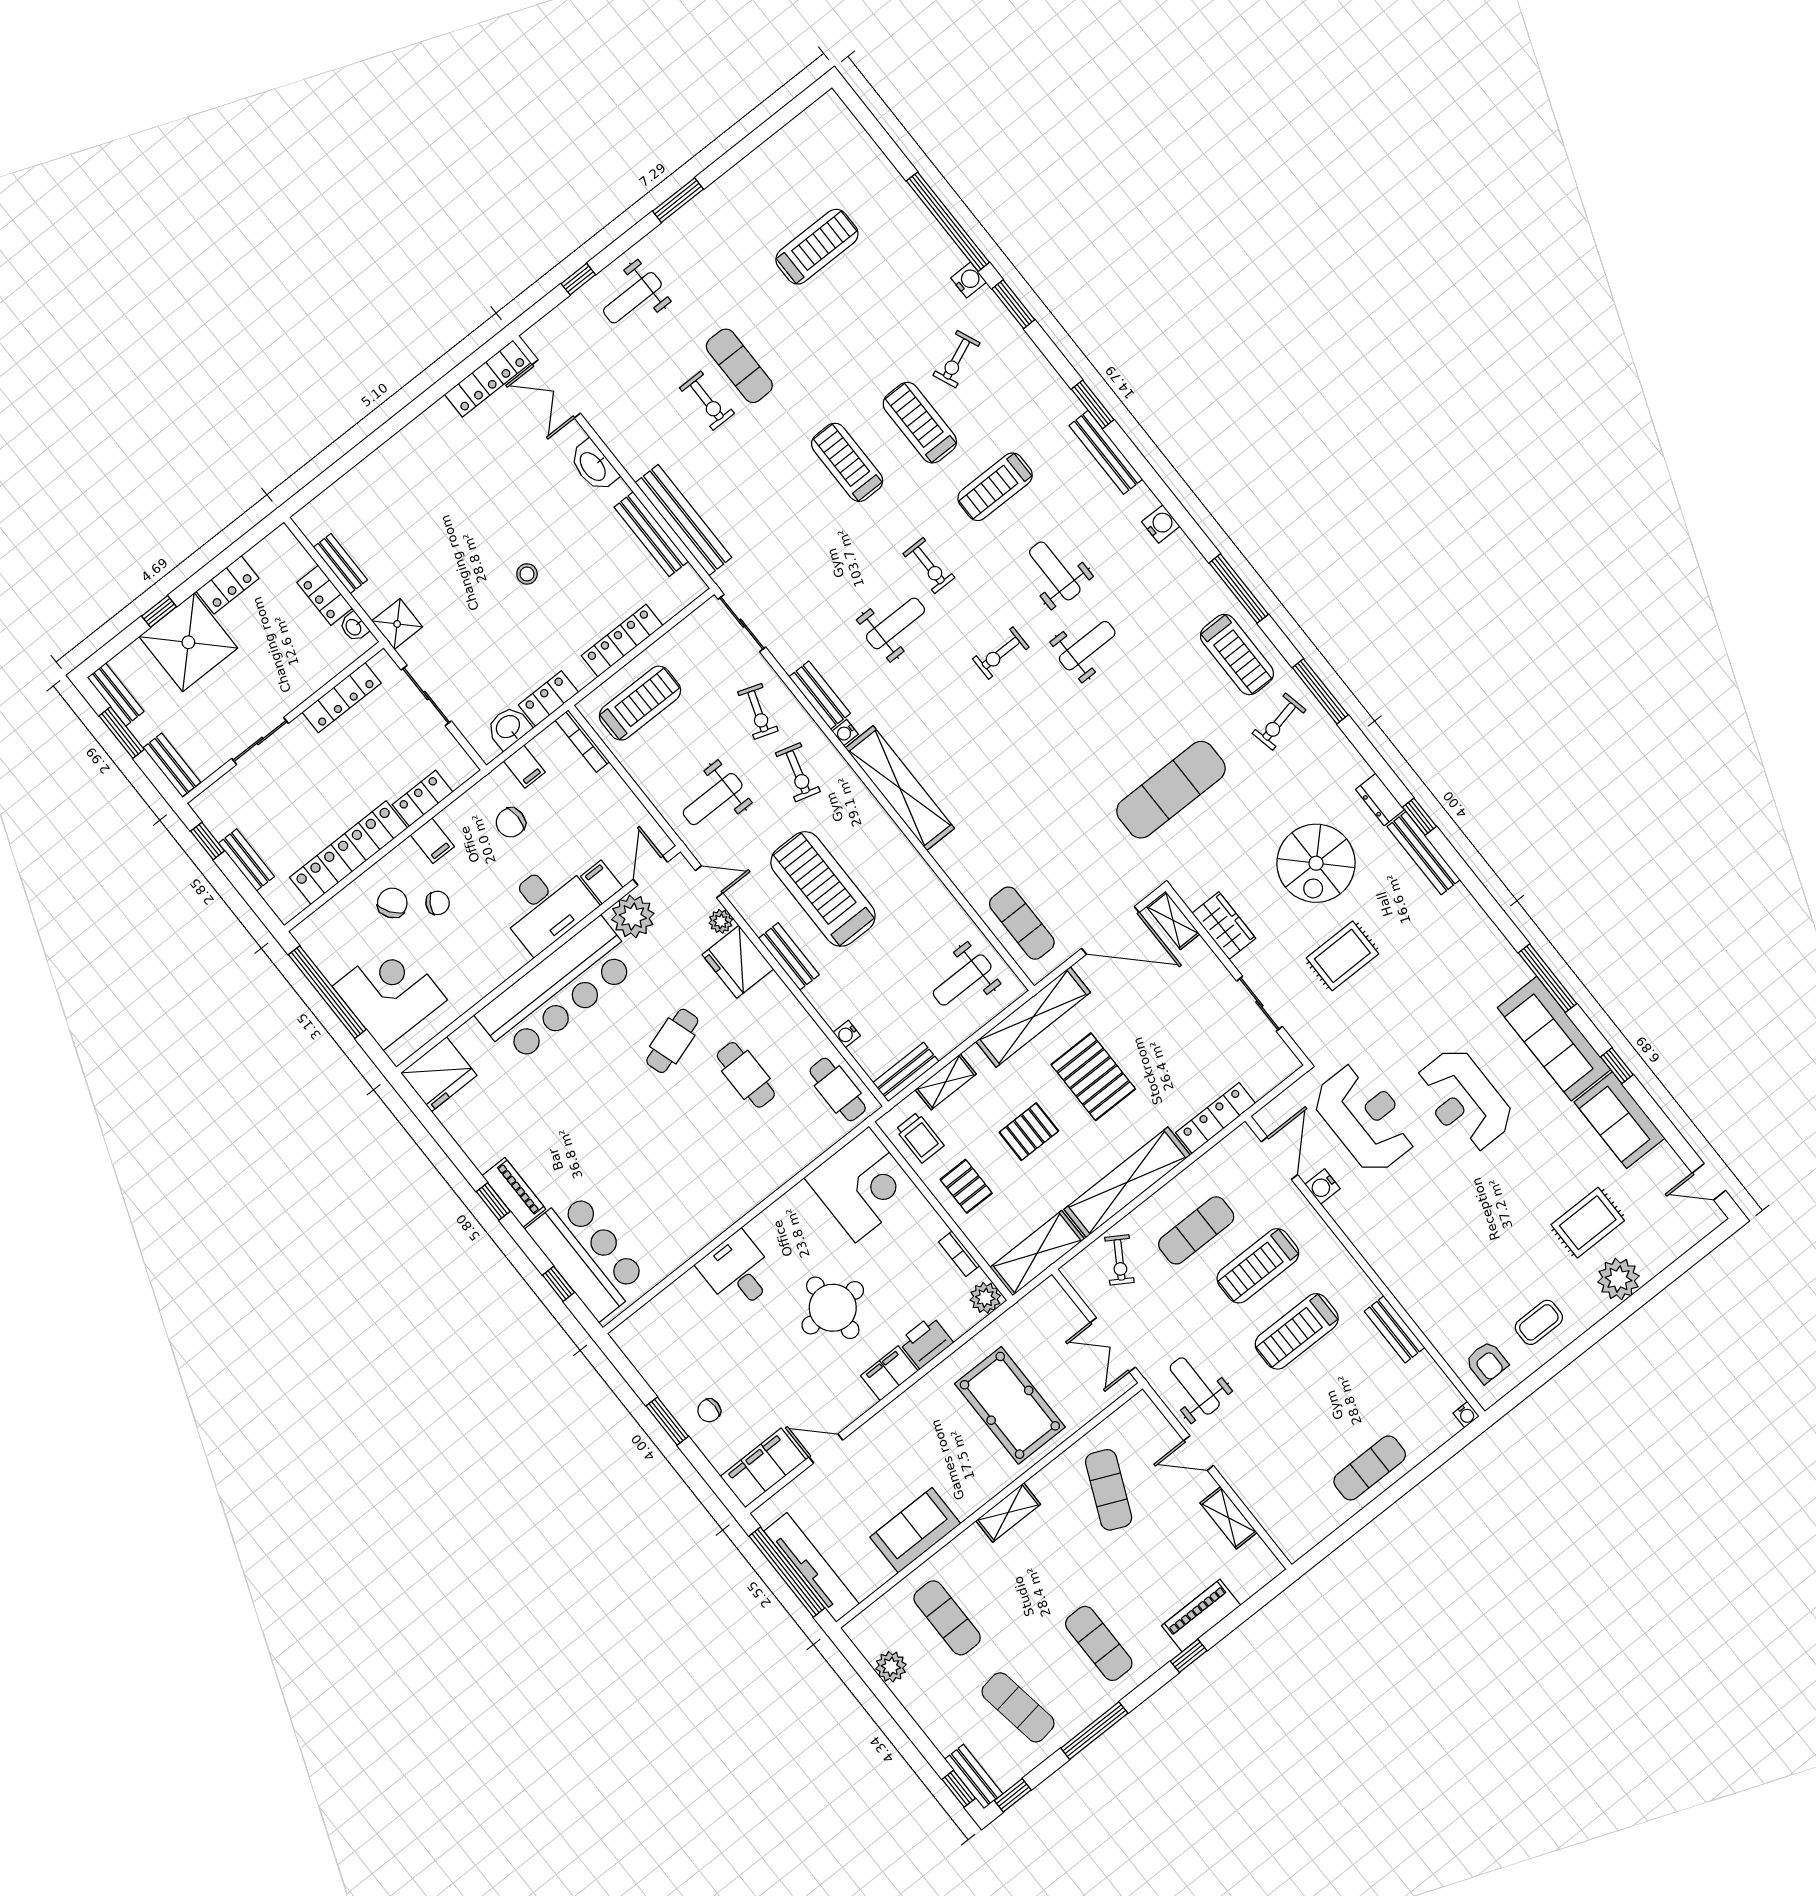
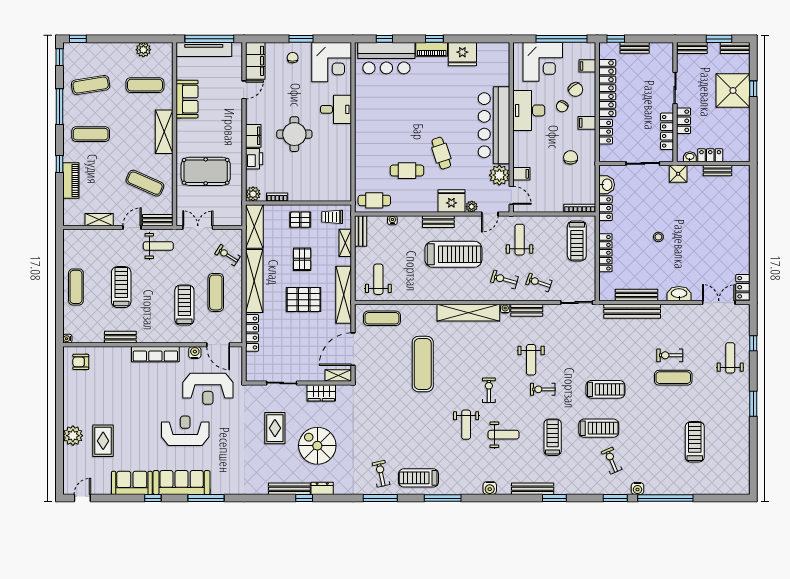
treadmill: (817, 247) -> (695, 442), turned 180
locker: (488, 379) -> (743, 287), width x0.66
locker: (228, 585) -> (684, 121), moved, turned 180
filing cabinet: (524, 767) -> (587, 66), moved
exercise mat: (1171, 790) -> (423, 364), moved
window: (207, 841) -> (616, 39), moved
desk: (547, 906) -> (529, 110), moved
fridge: (439, 1074) -> (462, 54), moved, turned -90
corner desk: (862, 1185) -> (332, 62), moved, turned -90
row of seats: (1377, 1249) -> (155, 354), added
coffee table: (1539, 1322) -> (80, 393), removed
treadmill: (1297, 1331) -> (121, 287), moved
shelving: (1008, 1513) -> (164, 132), width x1.50, depth x1.33
bench: (974, 1777) -> (158, 220), moved

